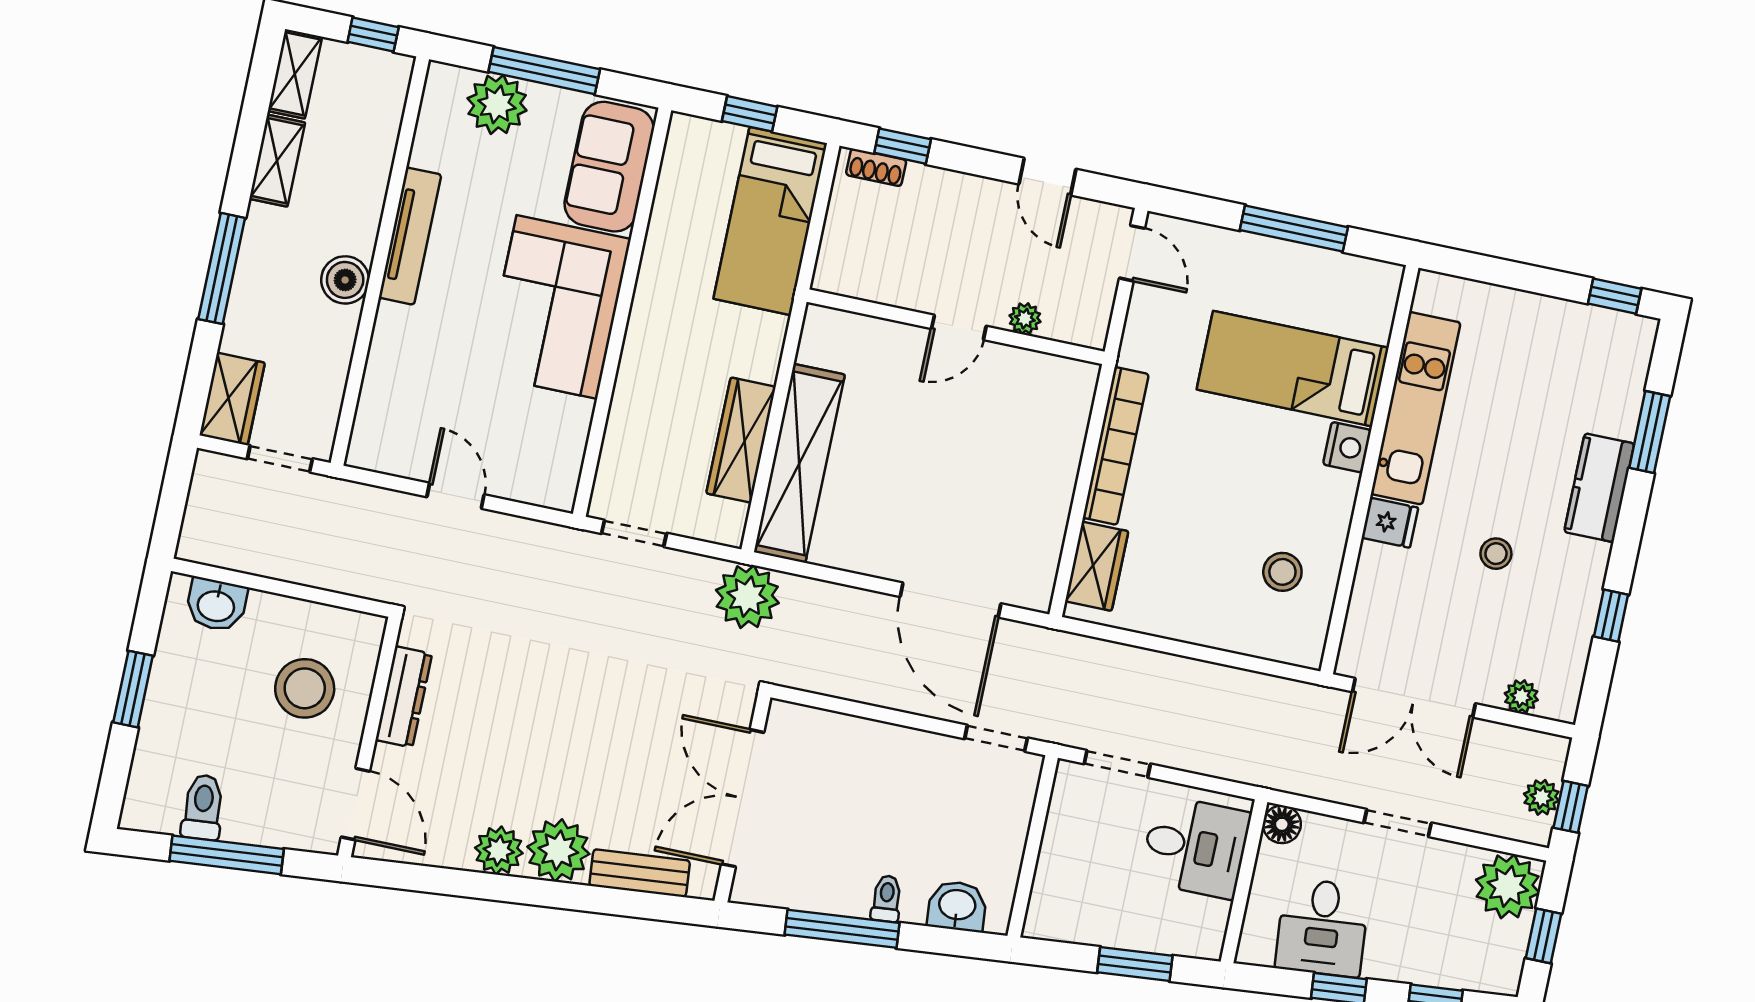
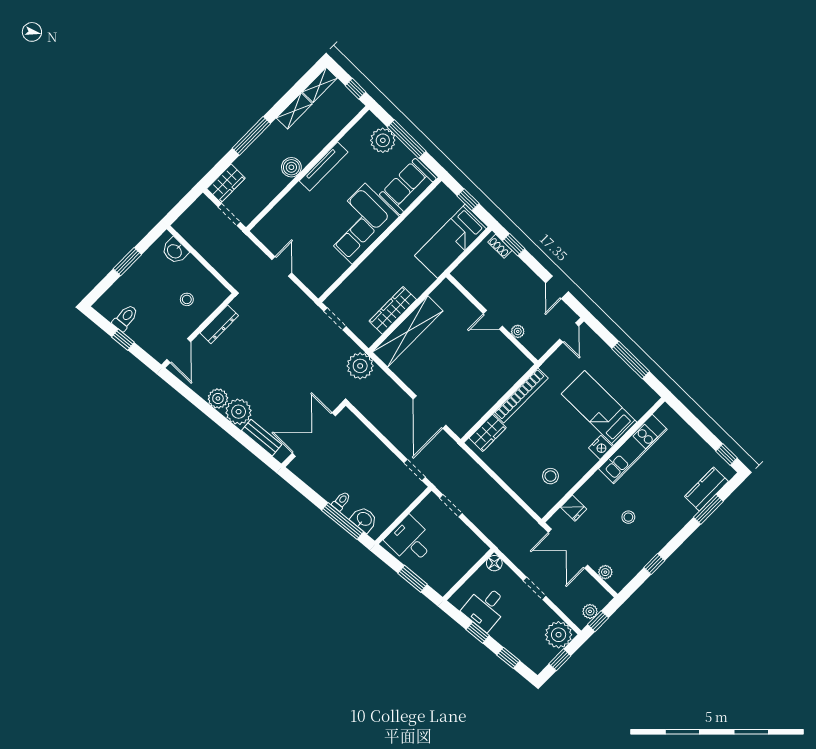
kitchen counter: (1599, 488) -> (706, 489), moved
fridge: (1390, 523) -> (574, 508), moved
stool: (305, 688) -> (187, 299), width x0.53, depth x0.53
desk: (1195, 847) -> (410, 541), moved, turned 180
window: (227, 855) -> (123, 340), width x0.46
window: (842, 929) -> (343, 521), moved

